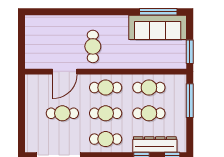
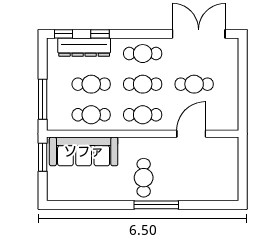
window: (158, 12) -> (156, 205), moved
sofa: (158, 27) -> (84, 151), moved, turned 180
cafe table: (93, 46) -> (144, 178), moved

